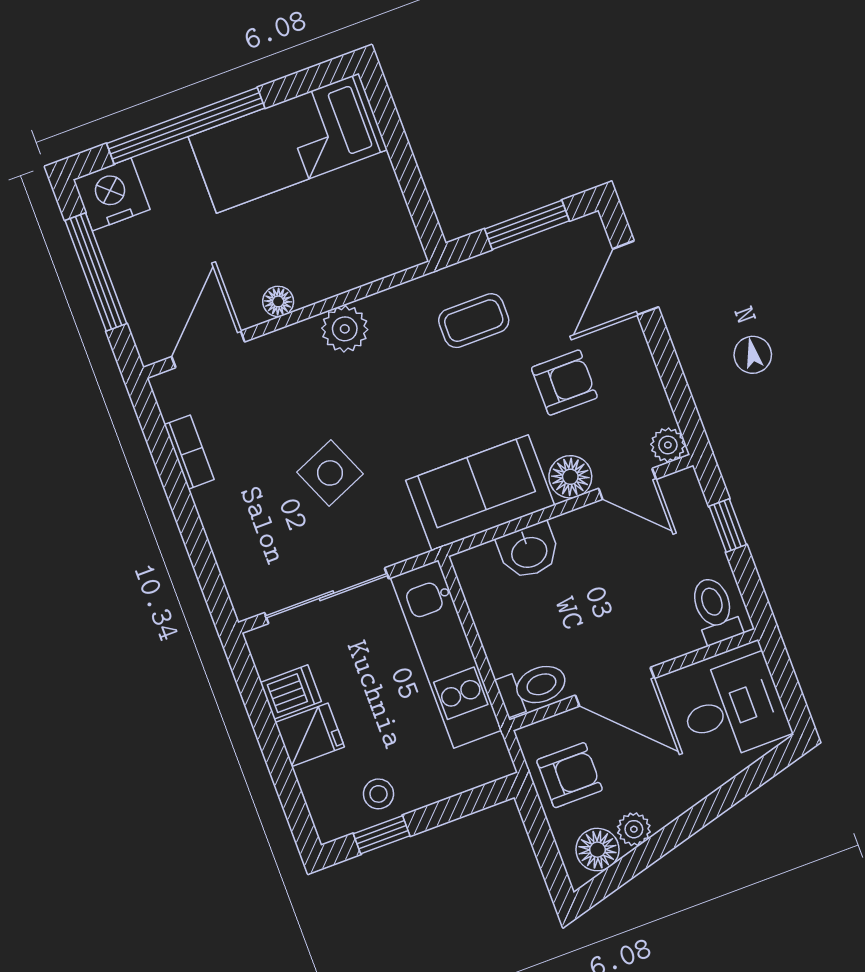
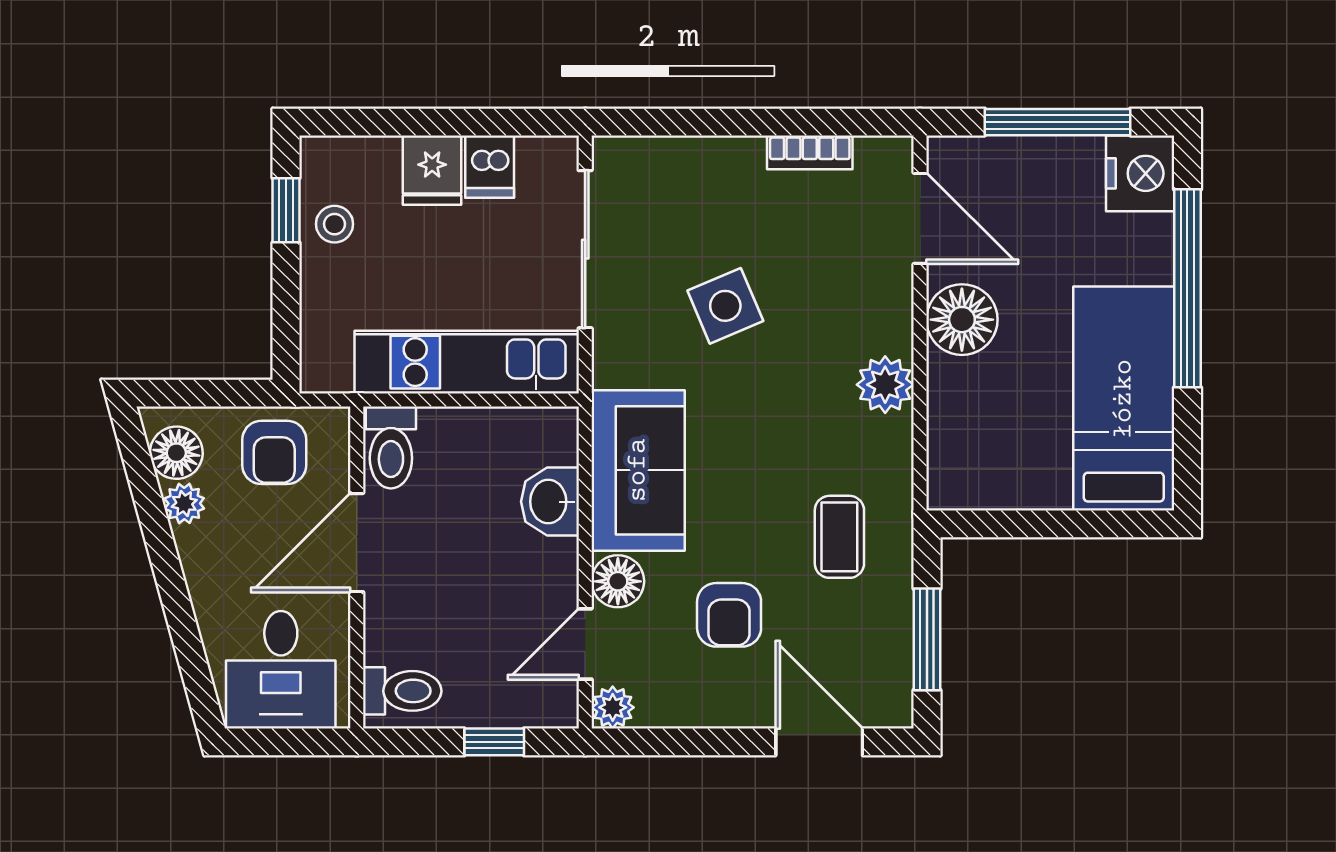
floor lamp: (278, 301) -> (962, 320), width x1.89, depth x1.89

